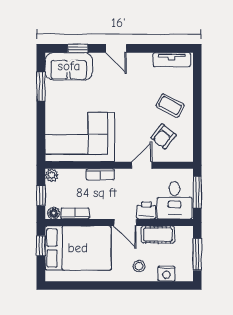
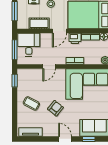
armchair: (164, 136) -> (55, 108), moved
window: (197, 142) -> (15, 81), added
printer: (146, 210) -> (75, 38), moved
door: (125, 222) -> (59, 31), swing flipped

